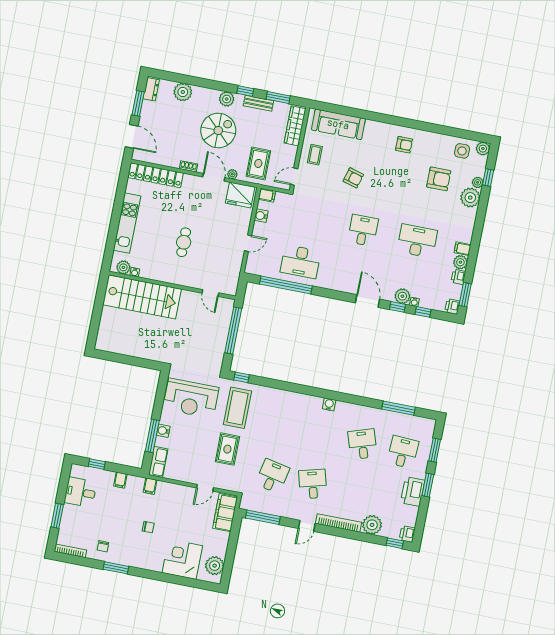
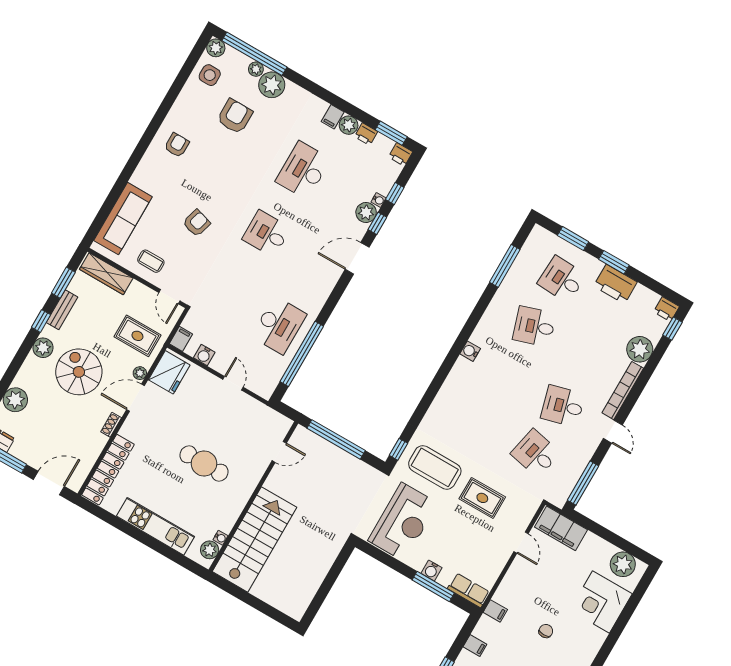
window: (488, 178) -> (254, 54), width x3.17
cafe table: (184, 242) -> (204, 464), width x1.37, depth x1.35

